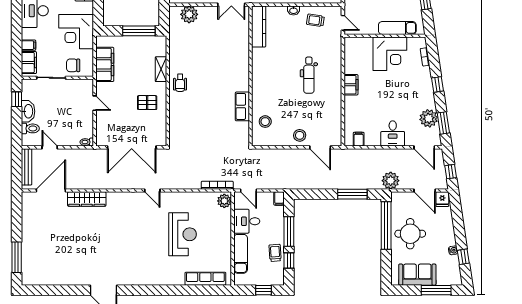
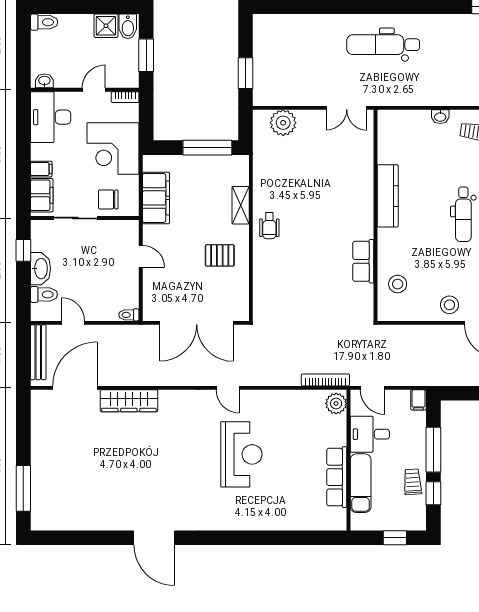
kitchen counter: (259, 26) -> (388, 196), moved
reception desk: (183, 234) -> (241, 454), moved
row of seats: (205, 279) -> (337, 477), moved, turned -90

